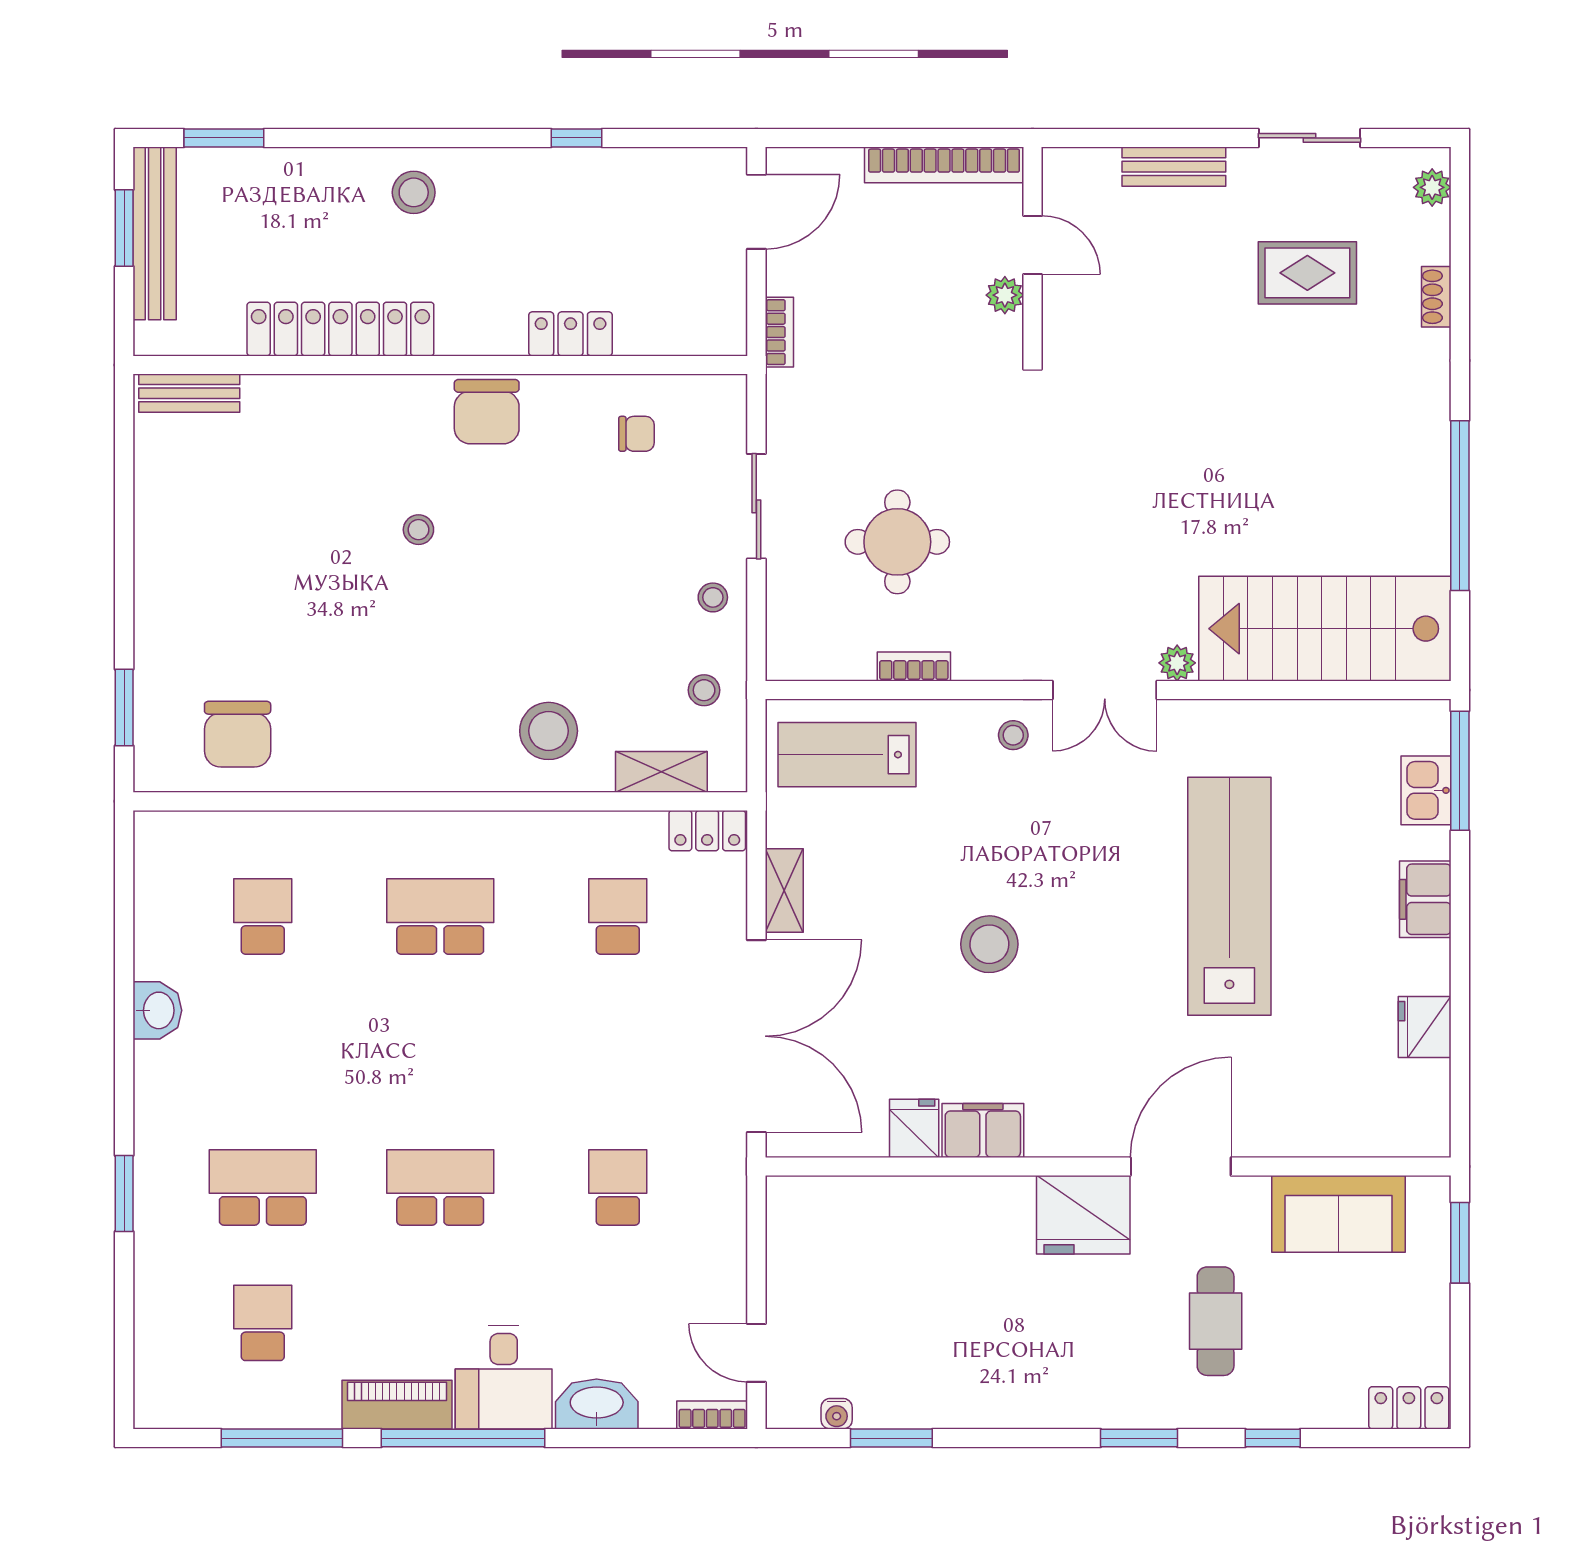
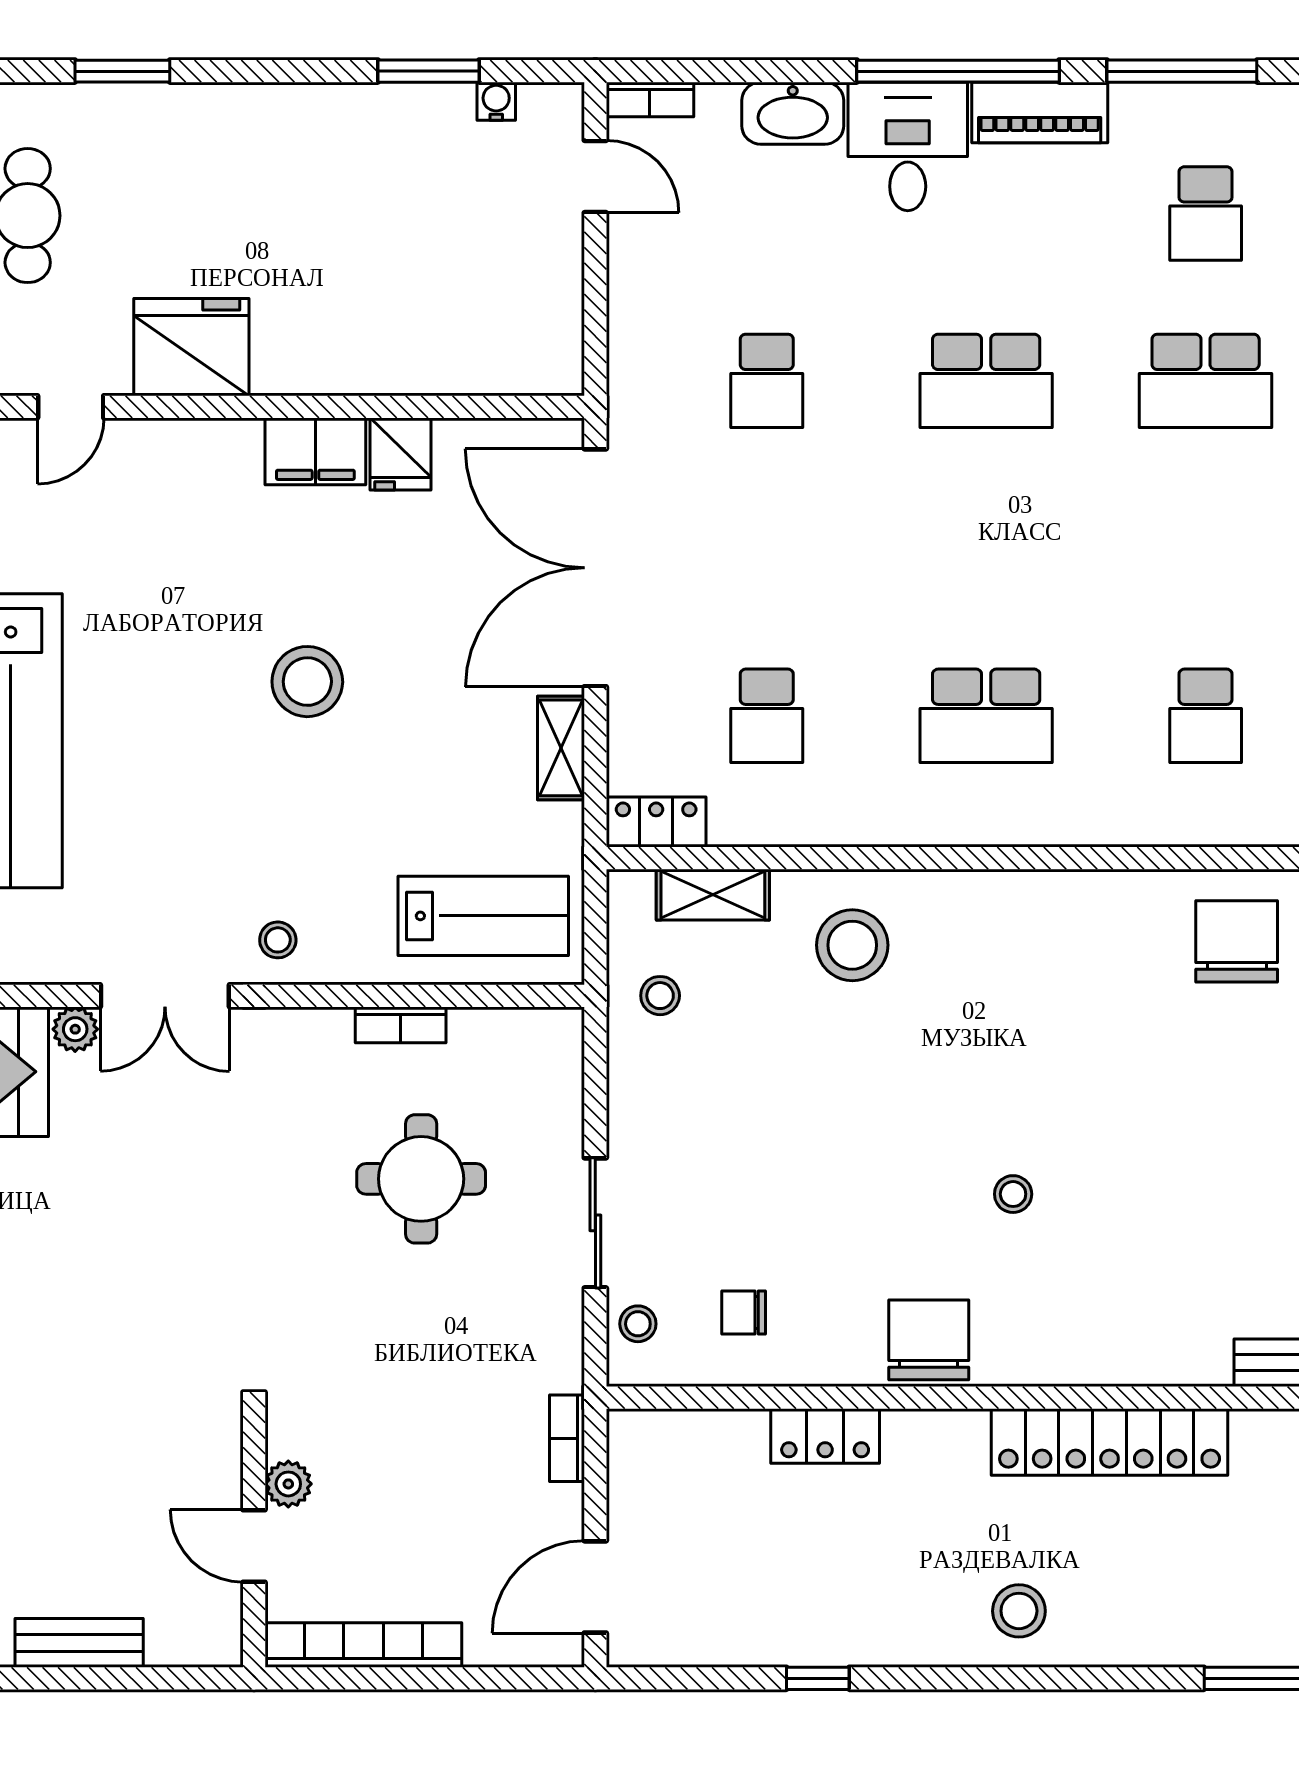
stool: (713, 597) -> (638, 1324), moved
double door: (1105, 690) -> (165, 996), swing flipped
door: (1181, 1166) -> (71, 407), width x0.53

